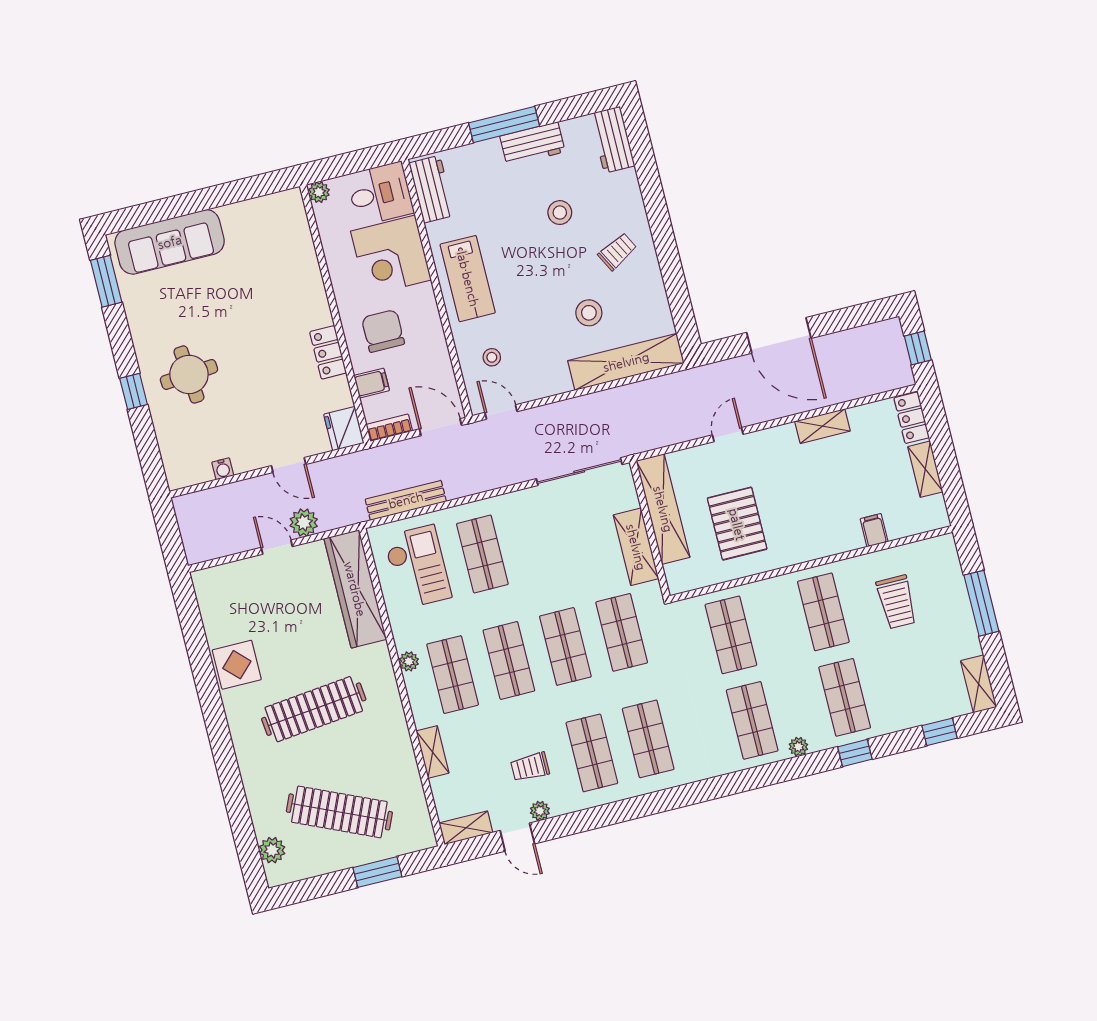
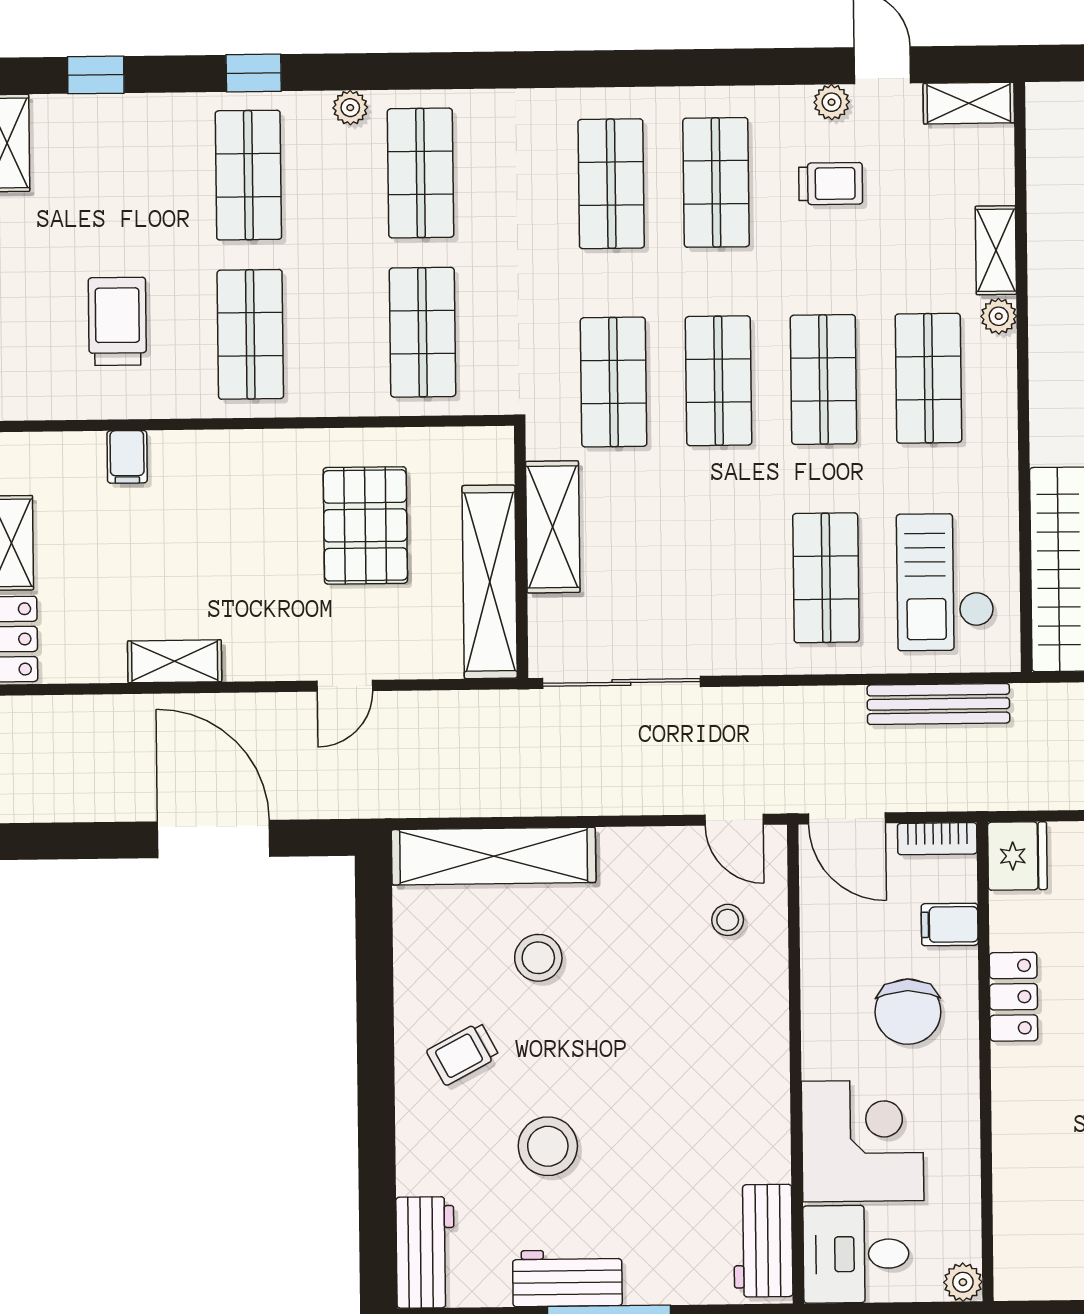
stool: (560, 213) -> (548, 1146), width x1.38, depth x1.38
lab bench: (468, 279) -> (737, 1068), removed
plant: (409, 661) -> (999, 316), moved

